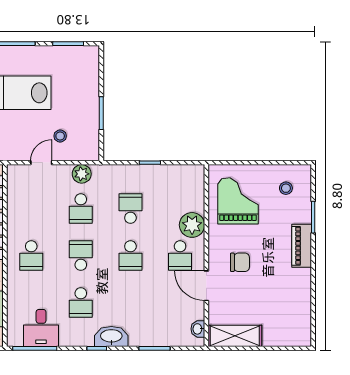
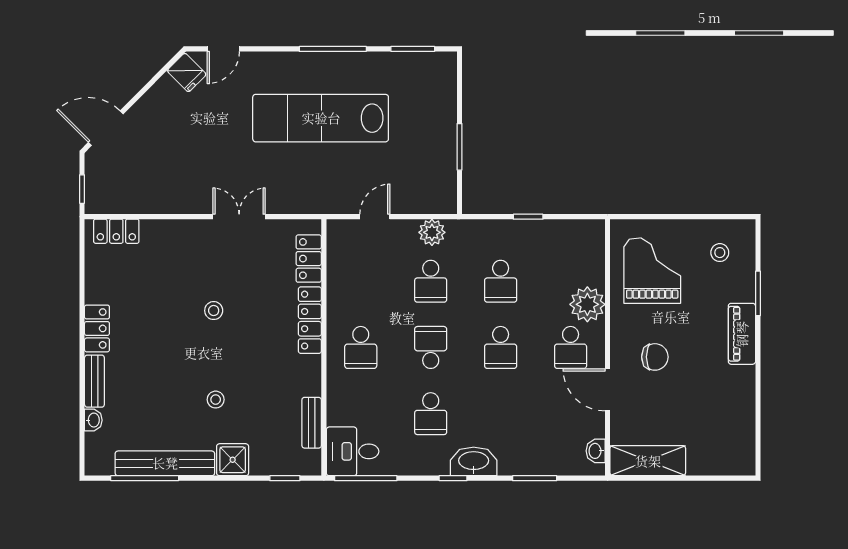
stool: (60, 136) -> (402, 179), removed
school desk: (130, 209) -> (501, 281), turned 180
desk: (41, 328) -> (353, 451), moved, turned 90

